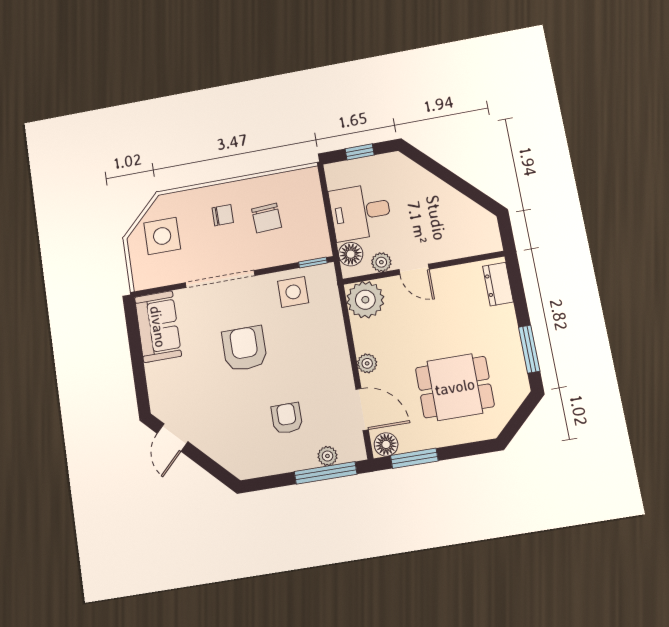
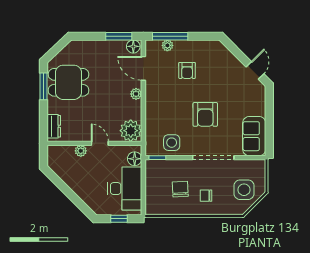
desk: (360, 212) -> (125, 189), width x1.37
plant: (381, 262) -> (81, 151), moved
dining table: (455, 387) -> (68, 82), moved

